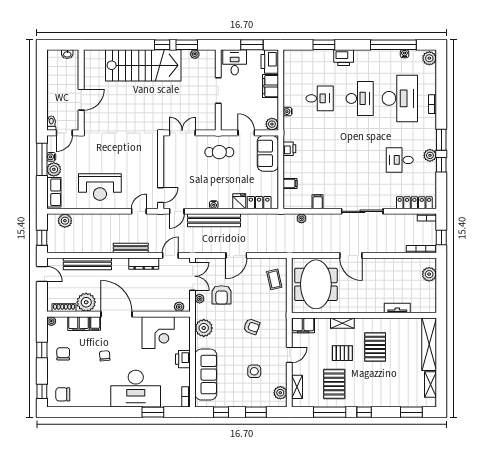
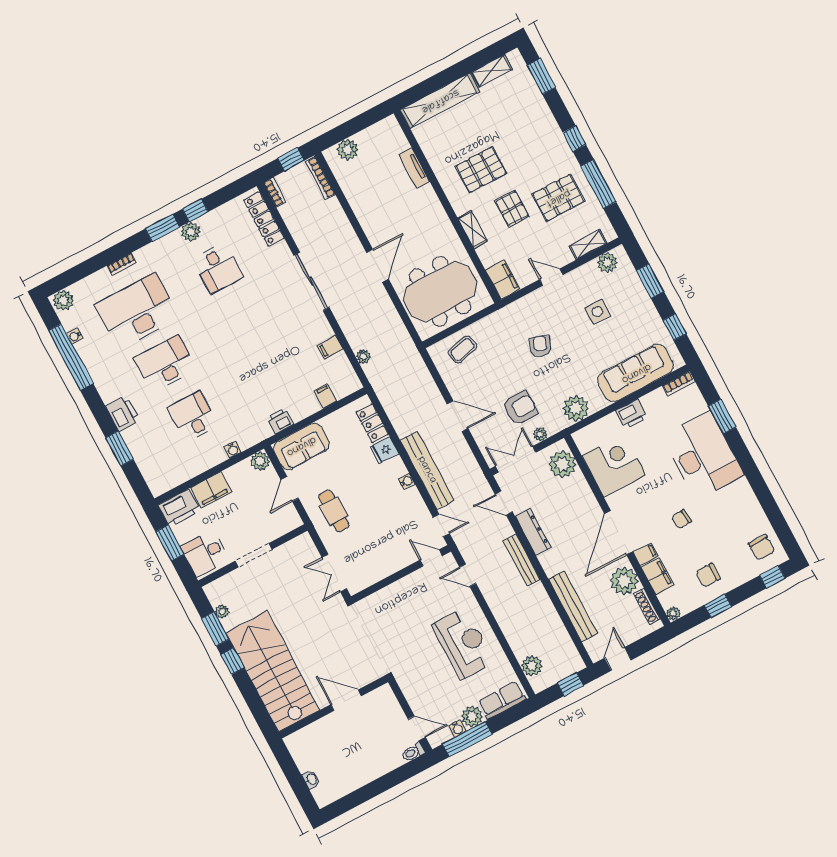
wall: (81, 90) -> (333, 707), moved
door: (81, 100) -> (346, 700), moved
plant: (179, 307) -> (562, 464), width x1.88, depth x1.88

